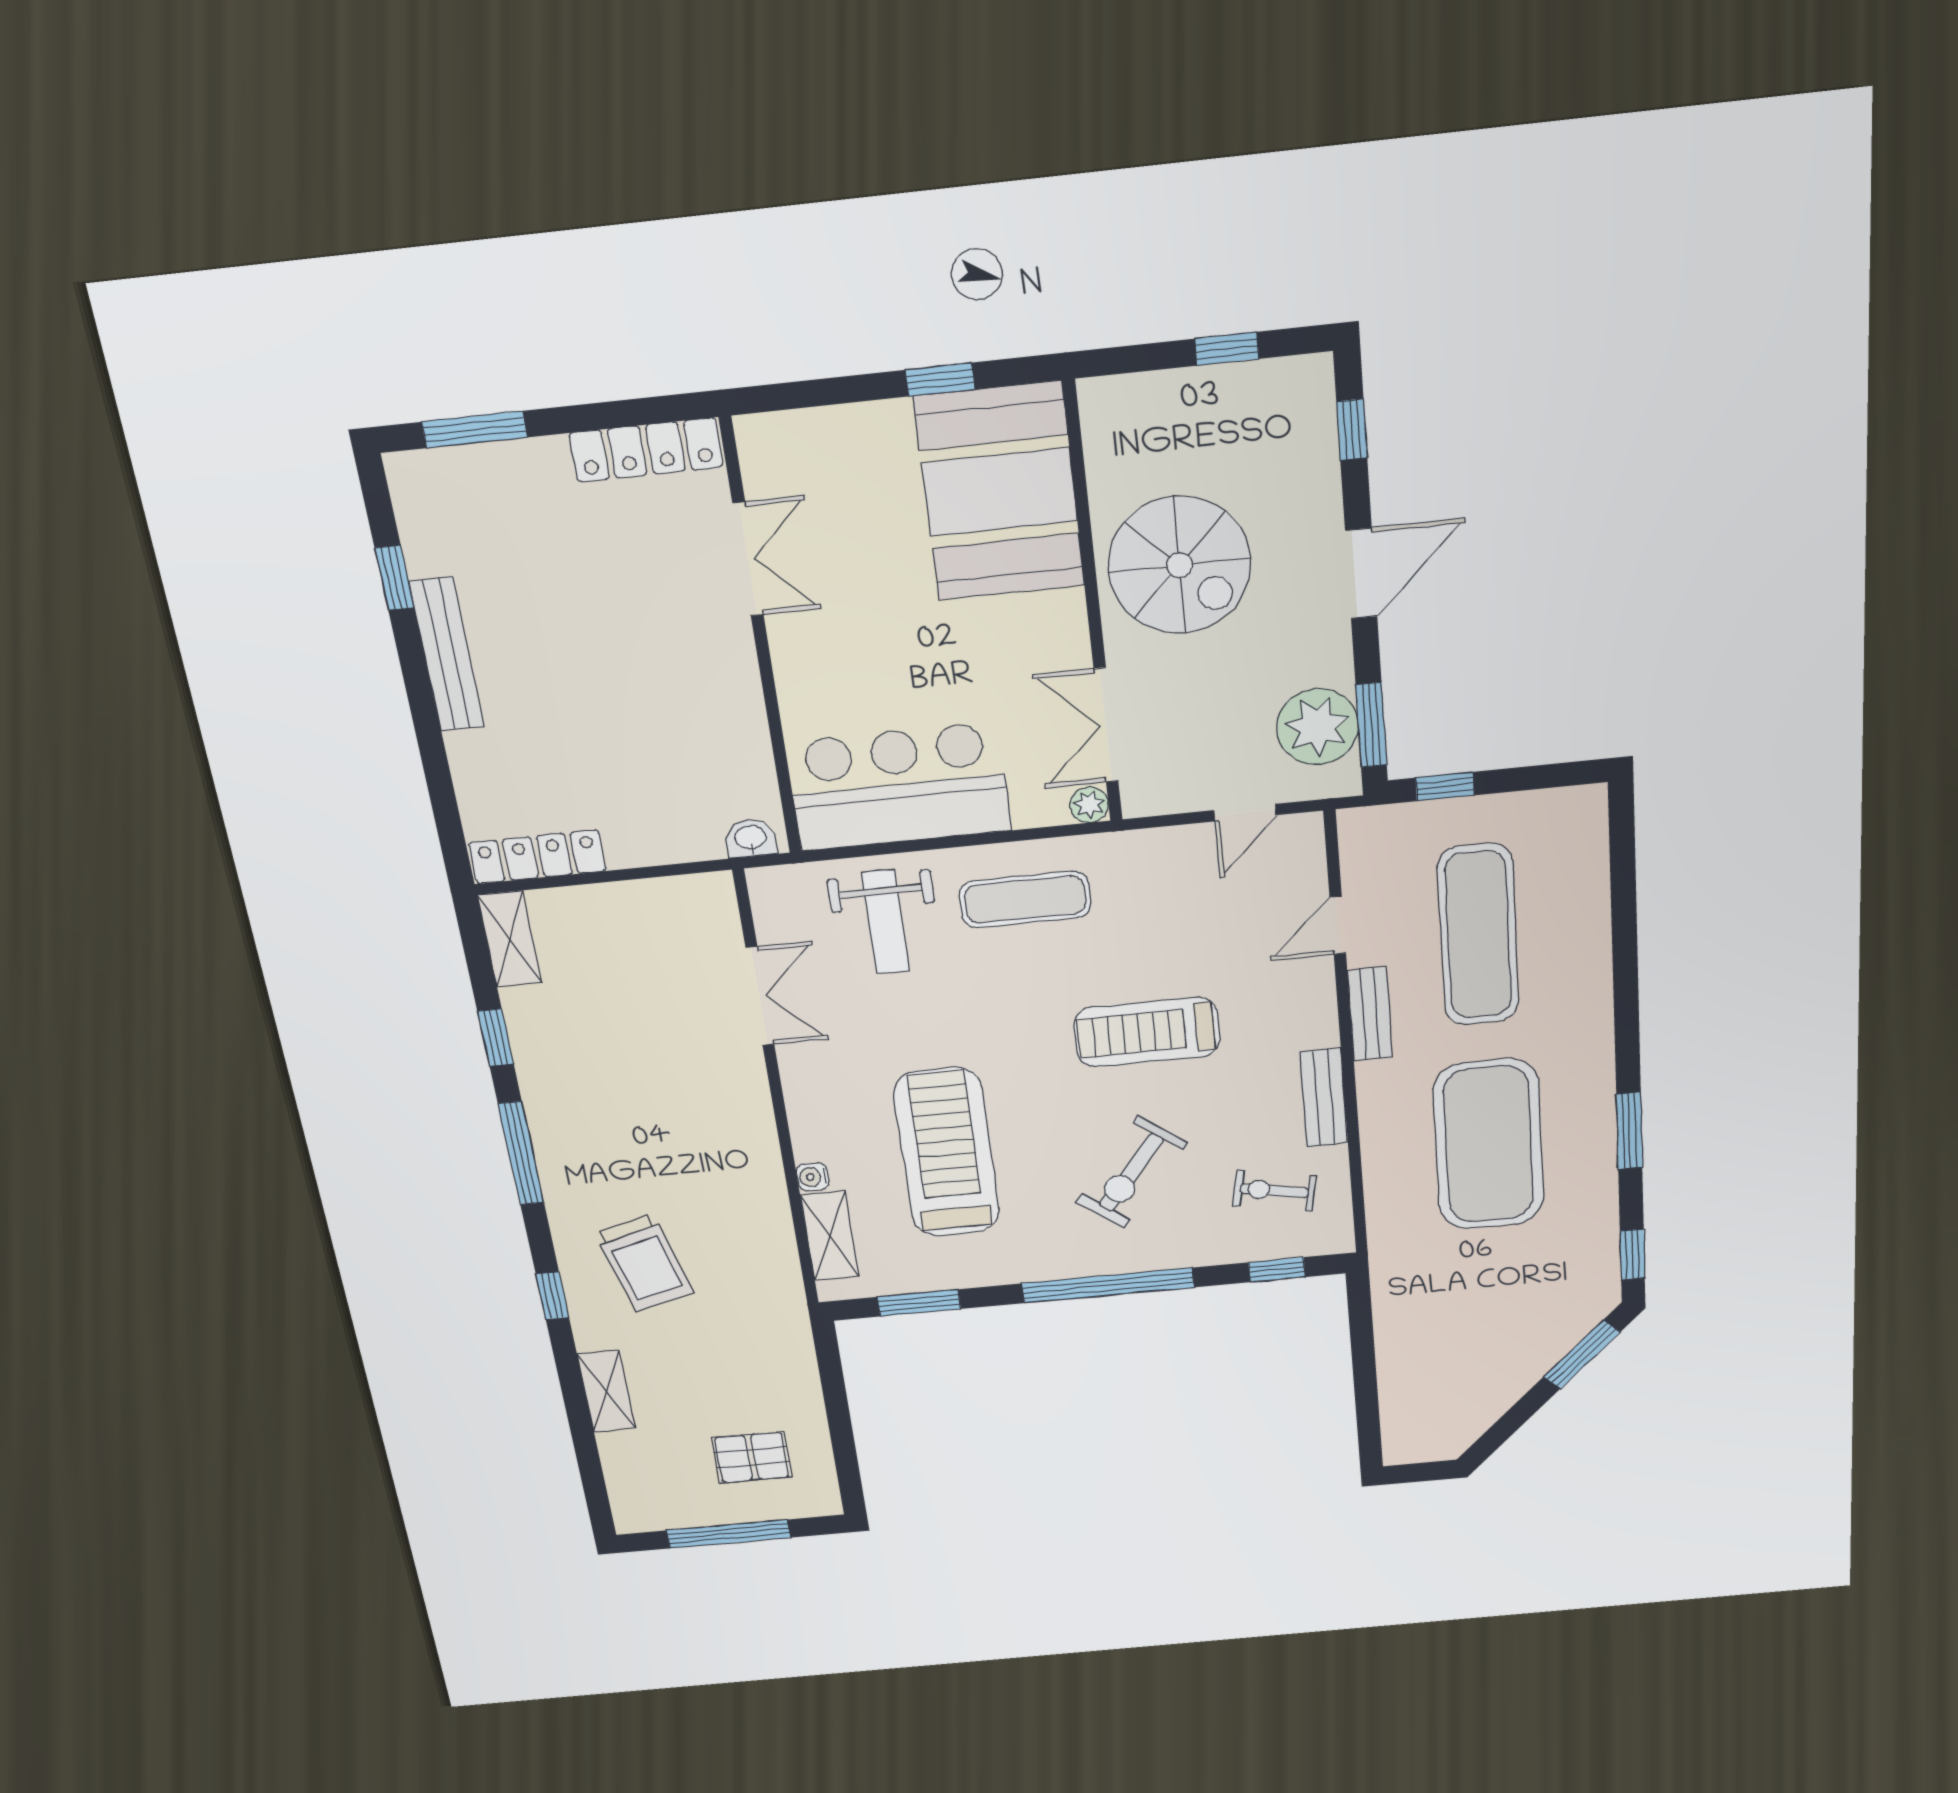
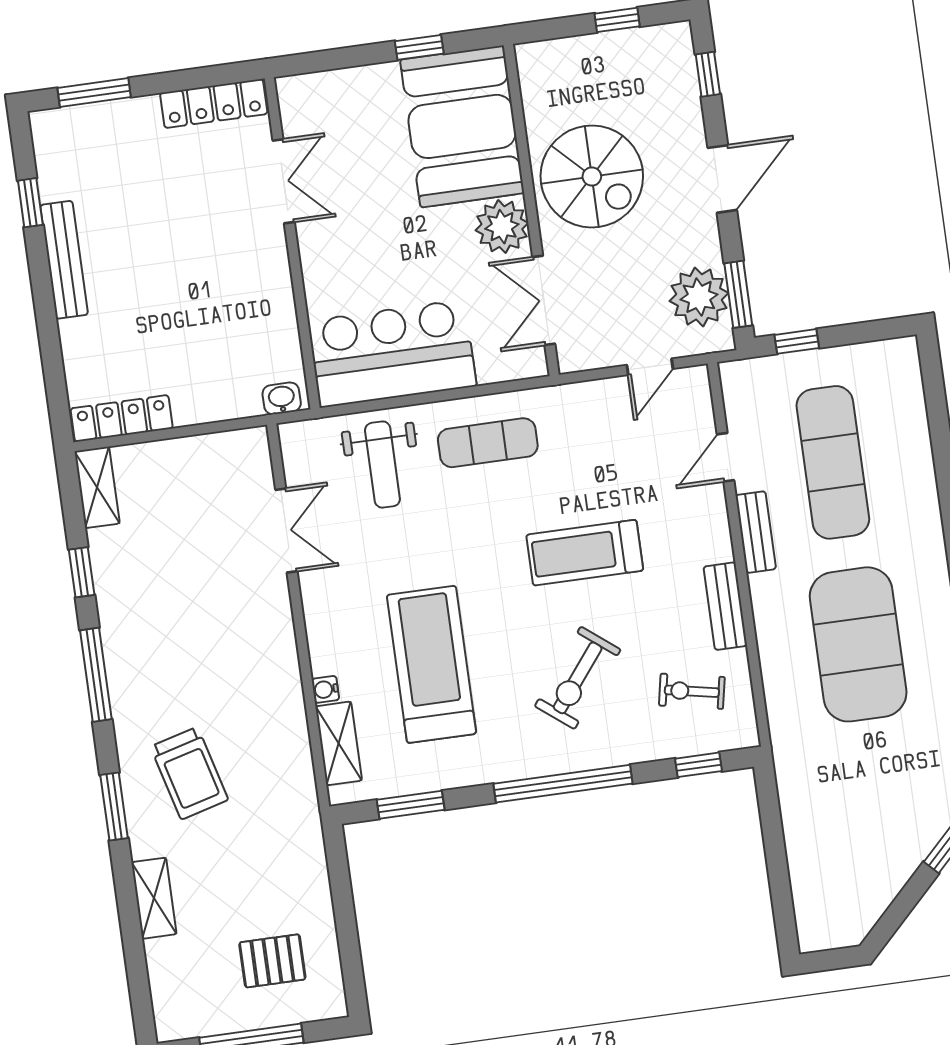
plant: (1089, 805) -> (502, 227), moved, width x1.88, depth x1.88
window: (552, 1296) -> (114, 807), width x1.50

